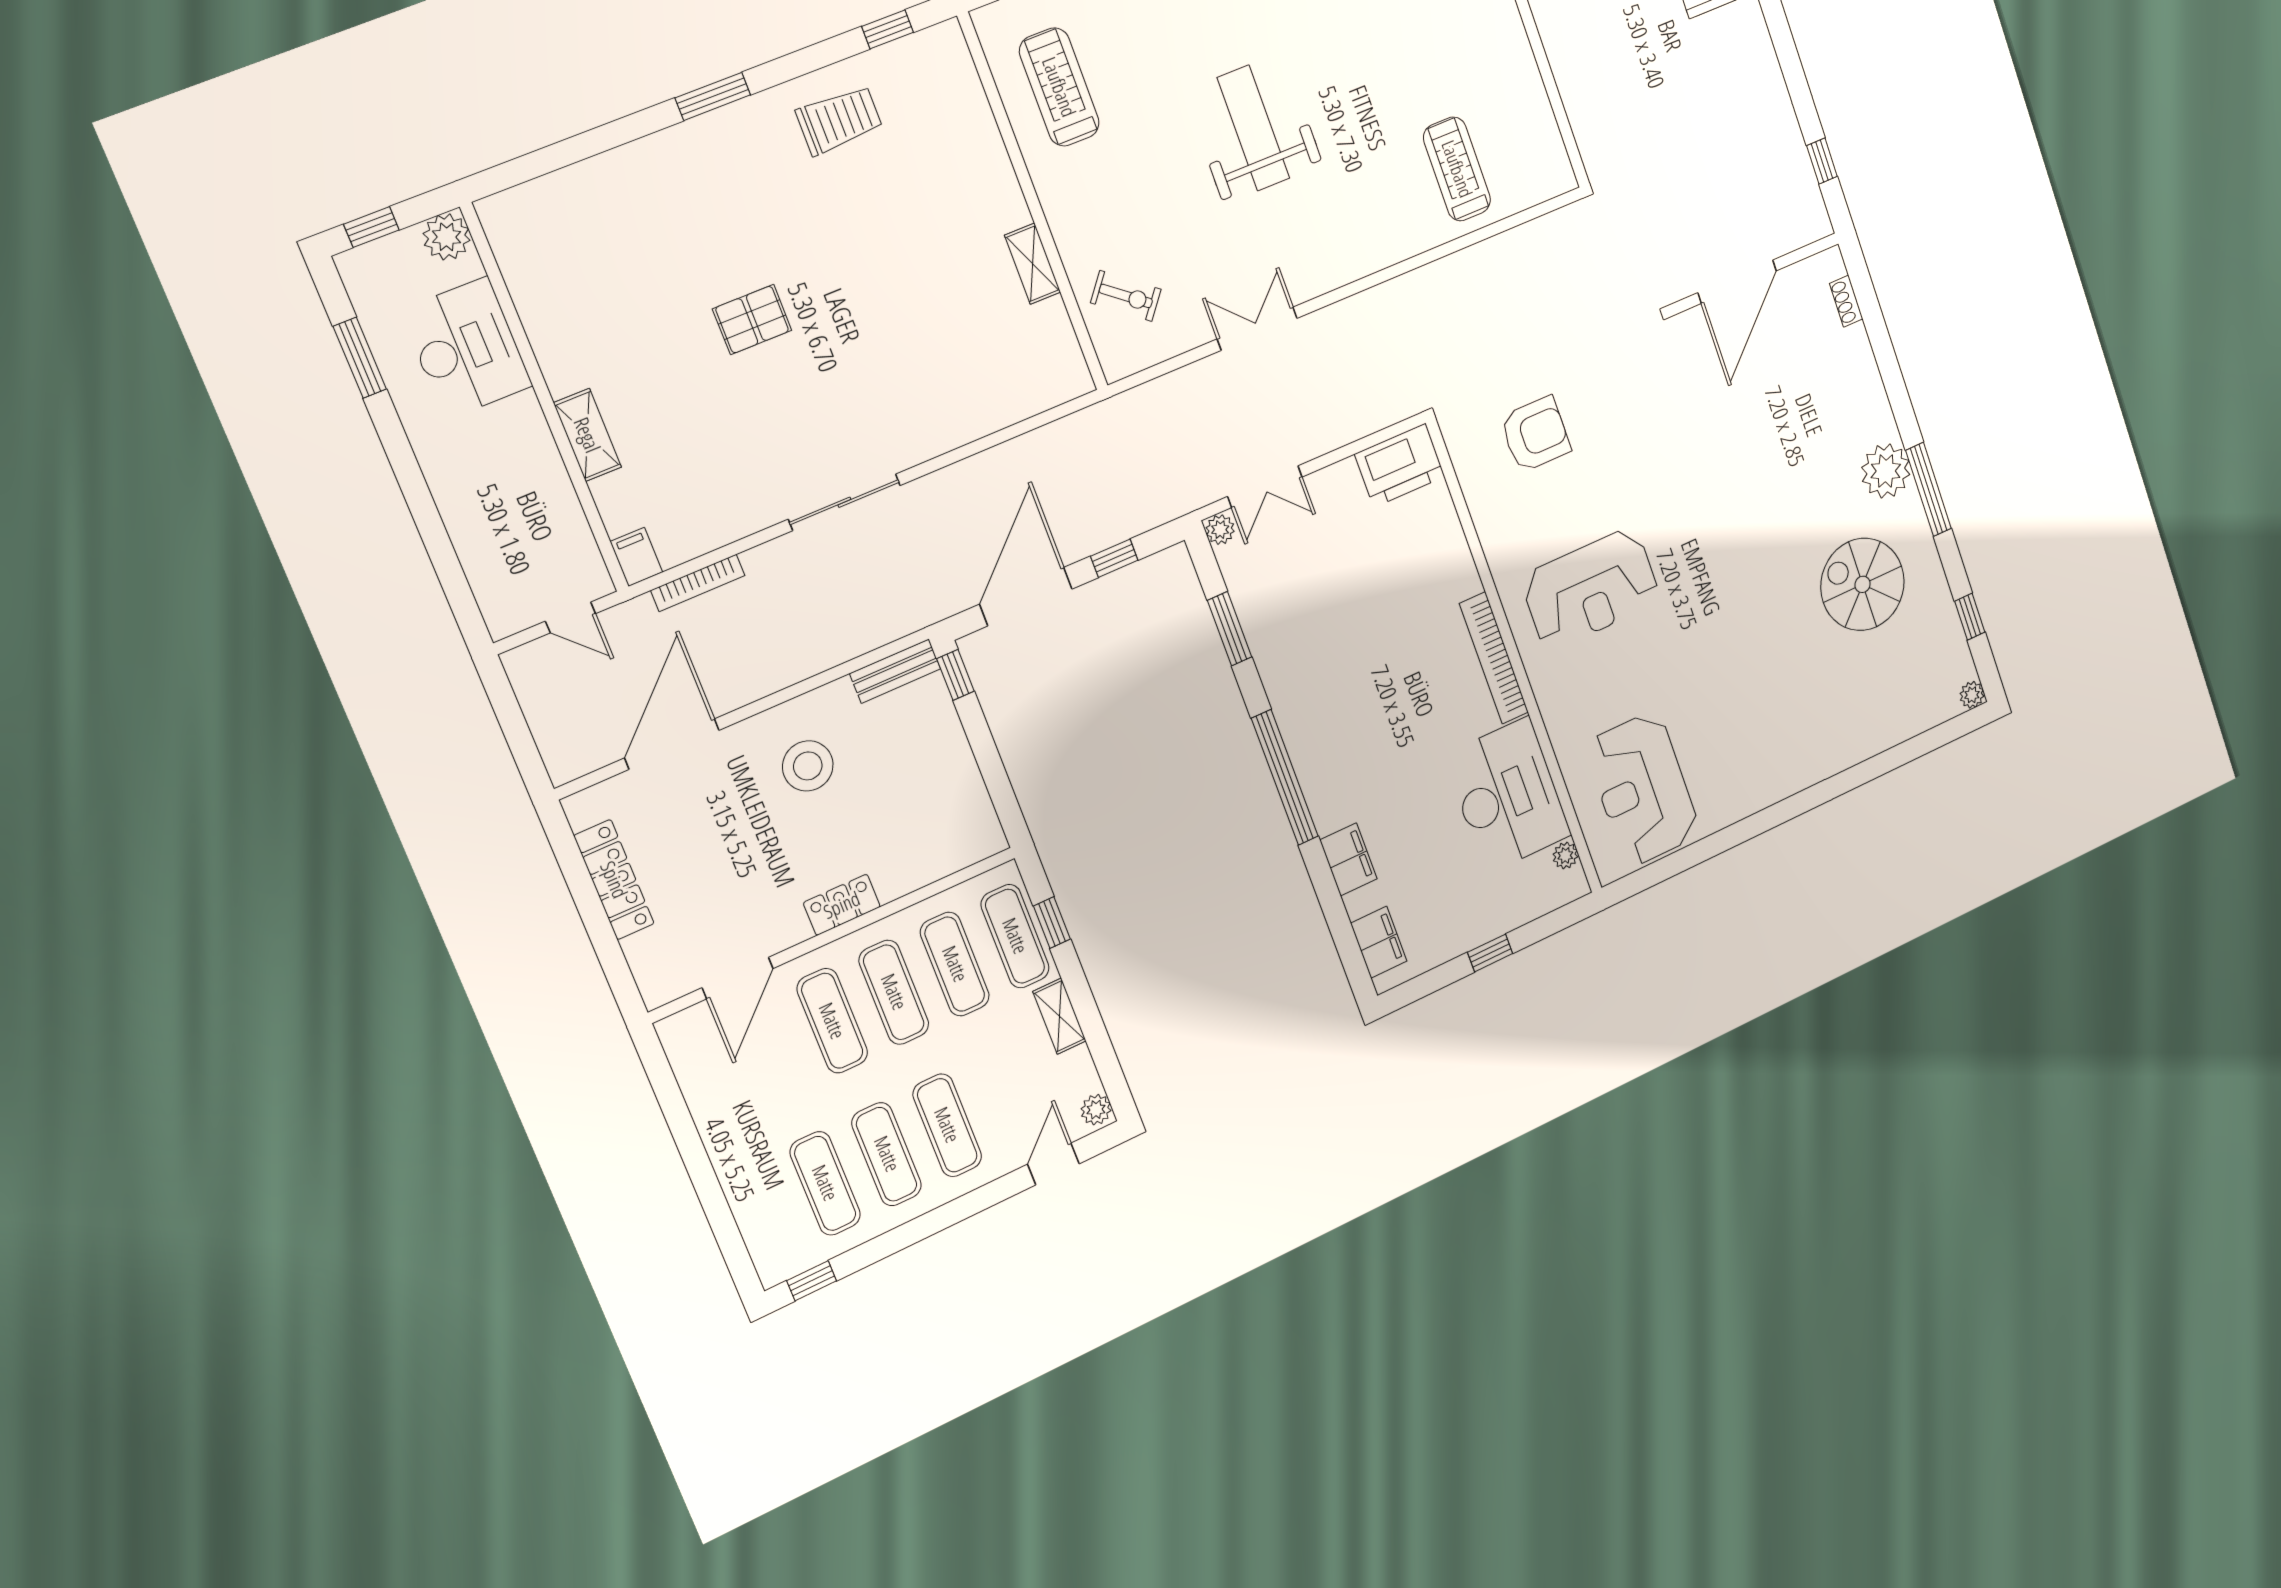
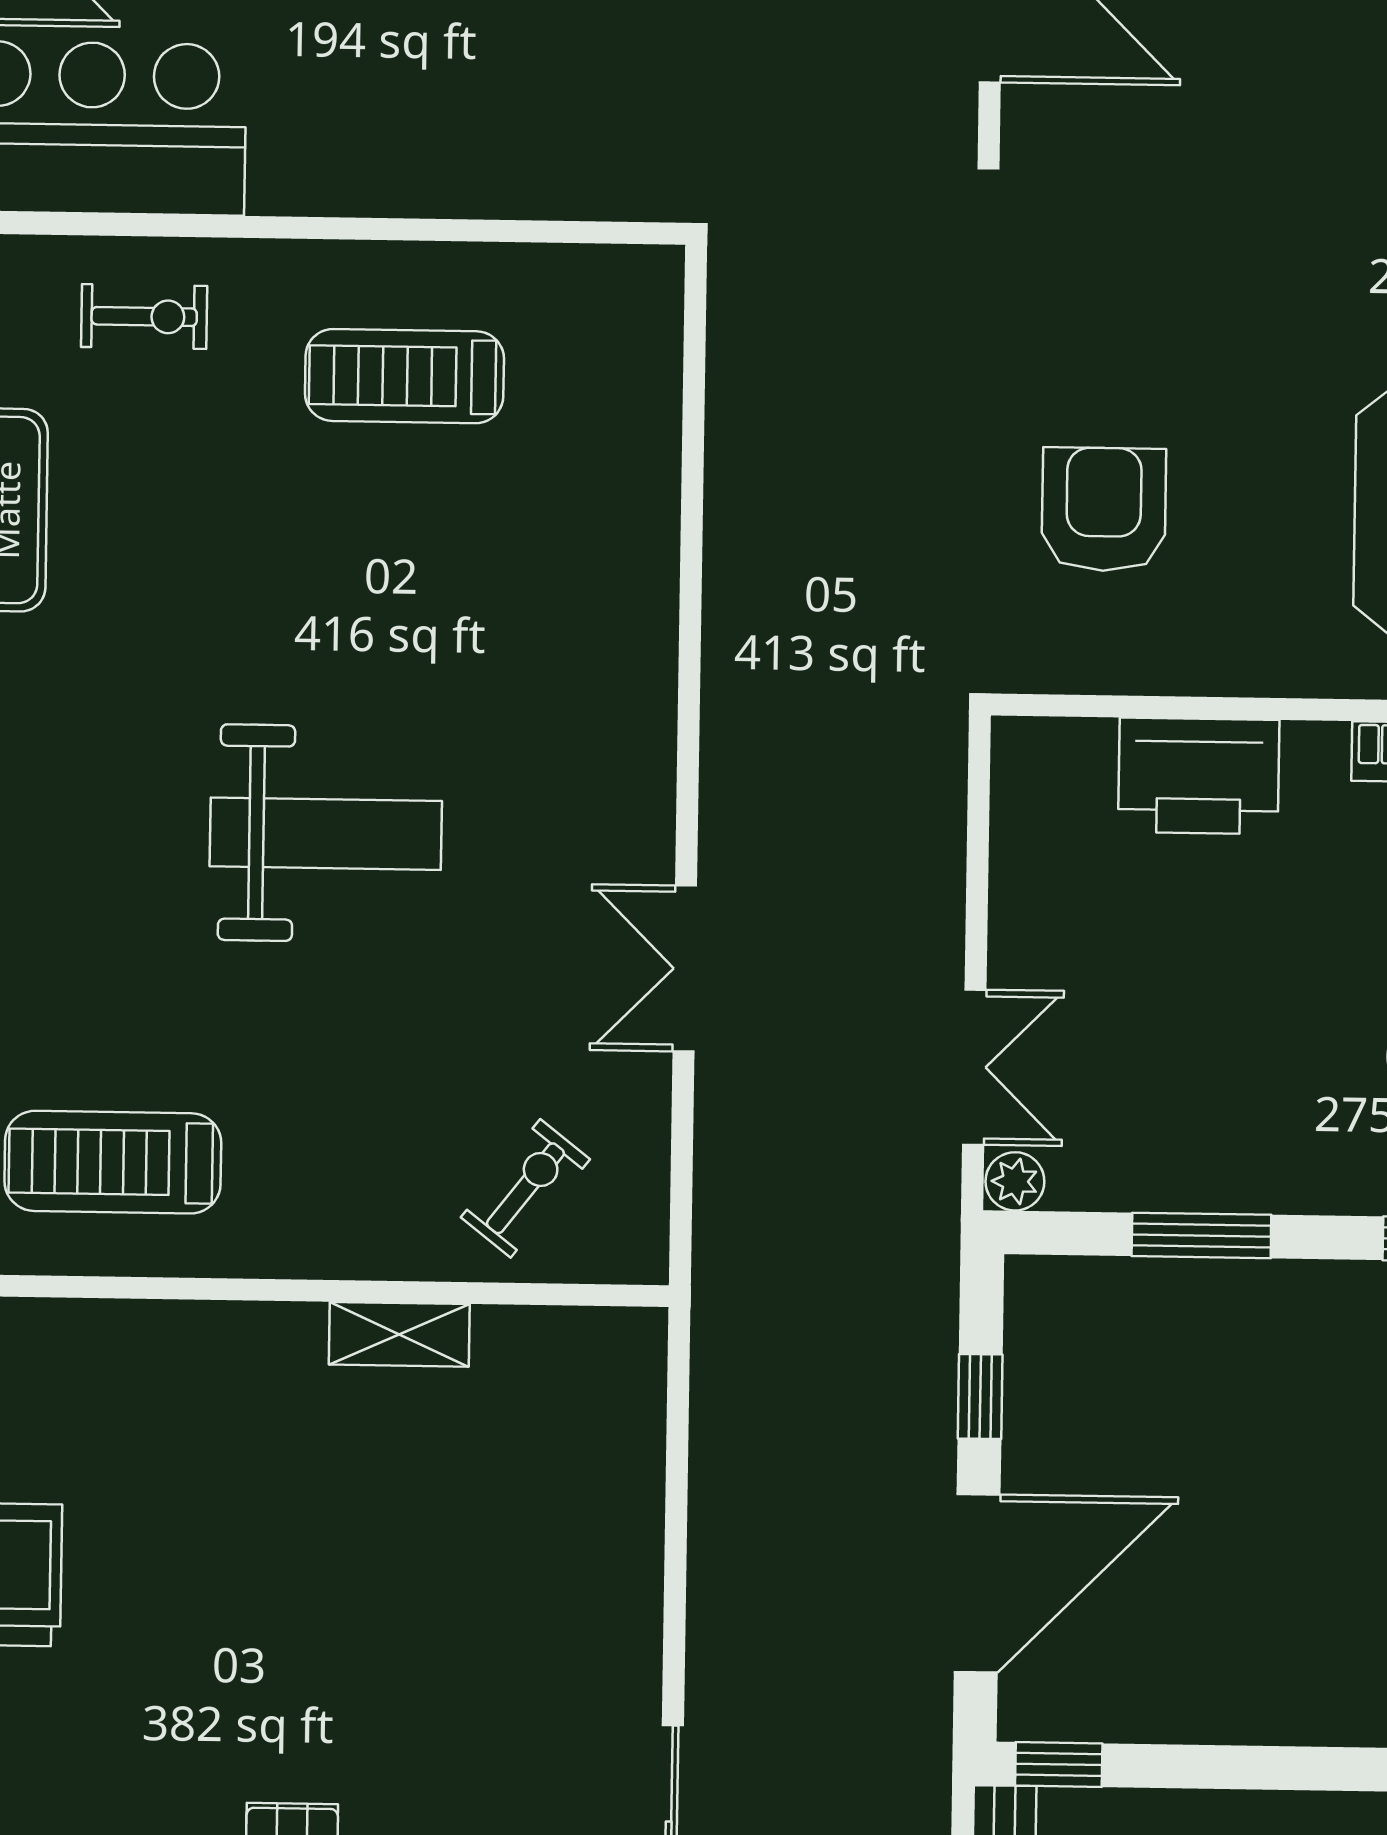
weight bench: (1253, 128) -> (326, 834), turned 180
treadmill: (1457, 169) -> (404, 376), moved
printer: (1400, 465) -> (1199, 776), moved, turned 90
door: (1026, 597) -> (977, 1583), swing flipped

